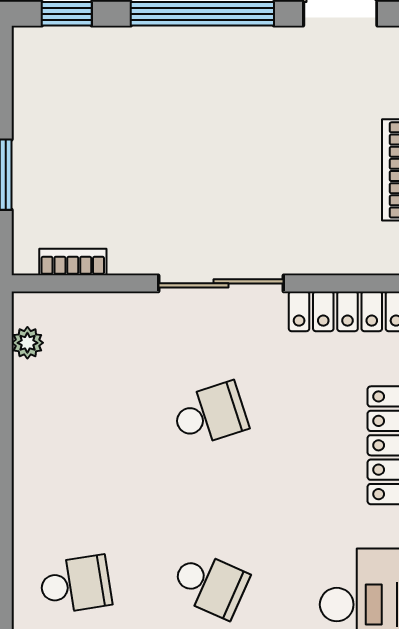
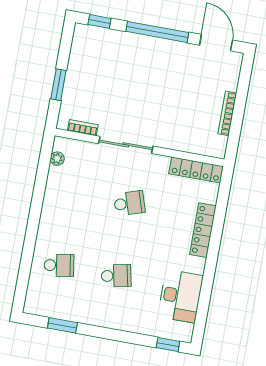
sliding door: (221, 283) -> (126, 145), moved
school desk: (210, 584) -> (116, 276), turned -36

